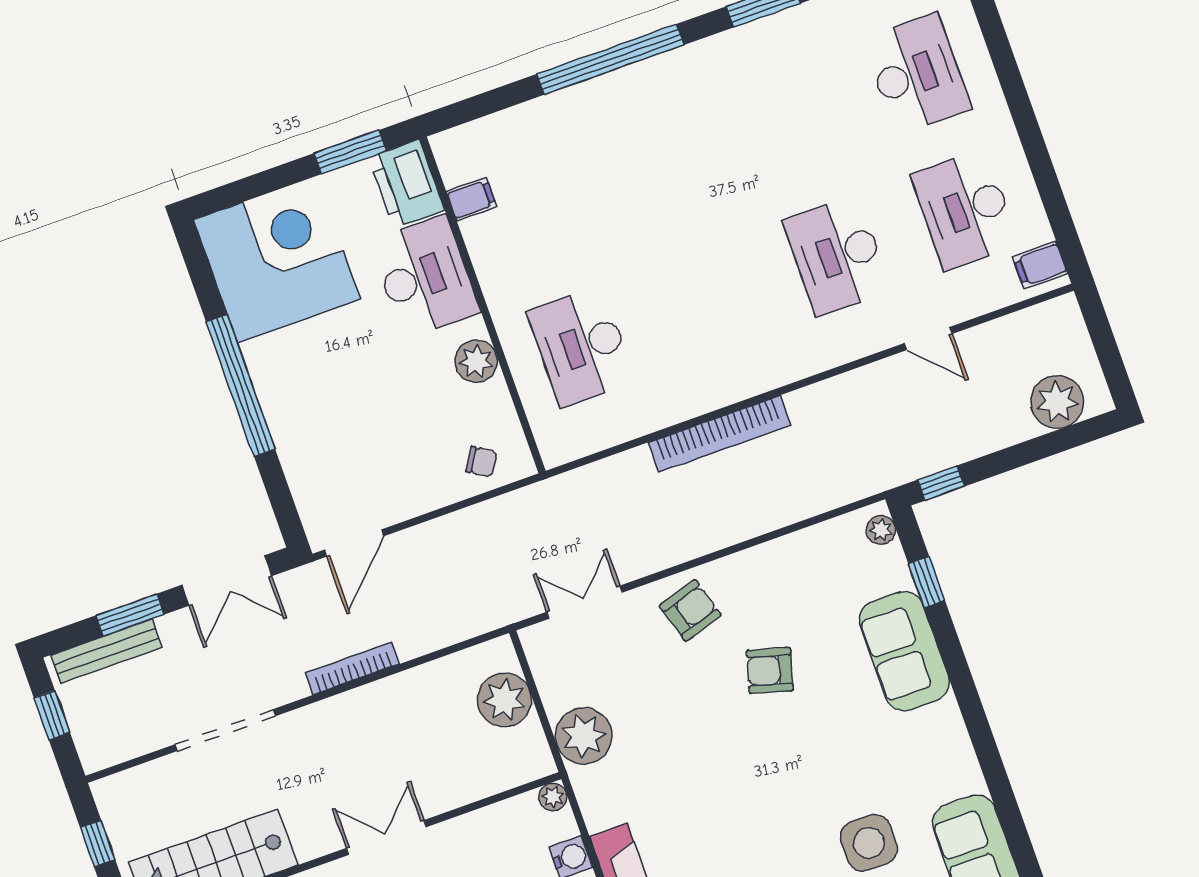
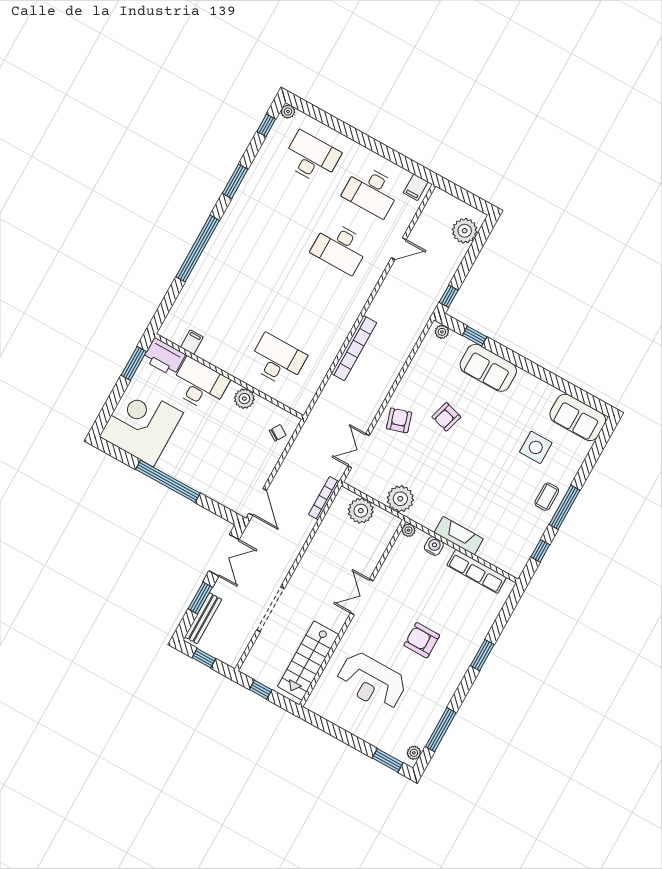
desk: (581, 346) -> (277, 360), turned 180
bookcase: (352, 668) -> (324, 498), moved

